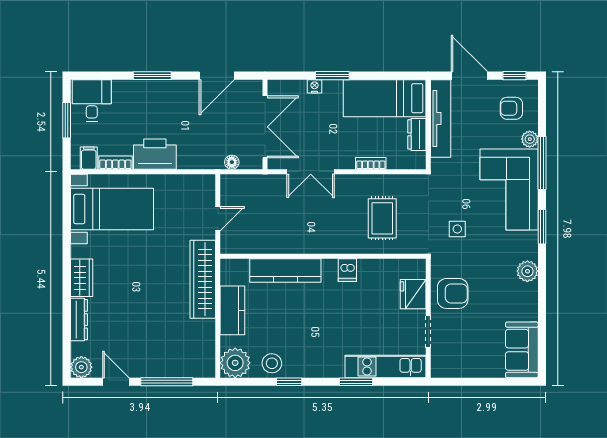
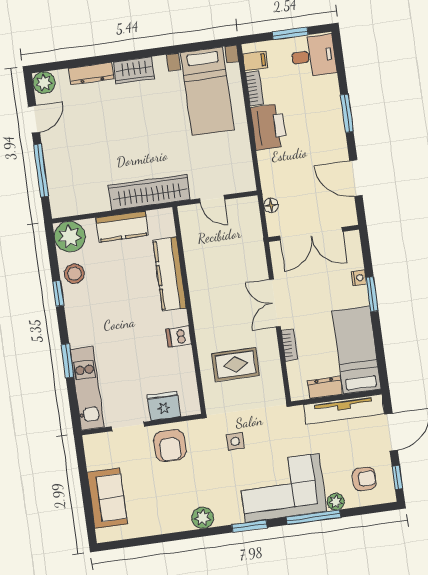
armchair: (511, 108) -> (364, 479), turned 90
double door: (311, 172) -> (275, 303), moved
sofa: (522, 350) -> (107, 498), moved, turned 90

